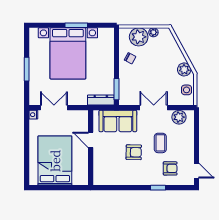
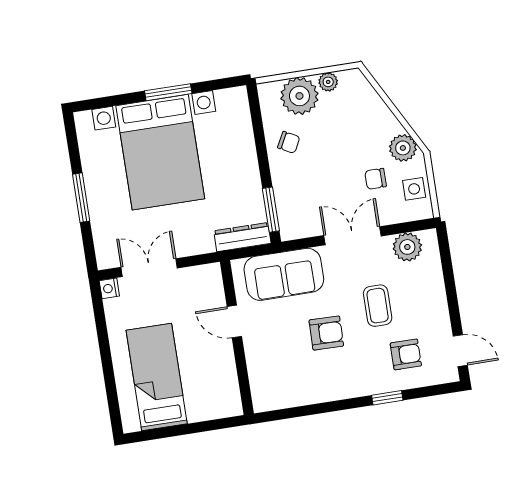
chair: (169, 82) -> (376, 179), added
bed: (55, 161) -> (157, 377), width x0.67

